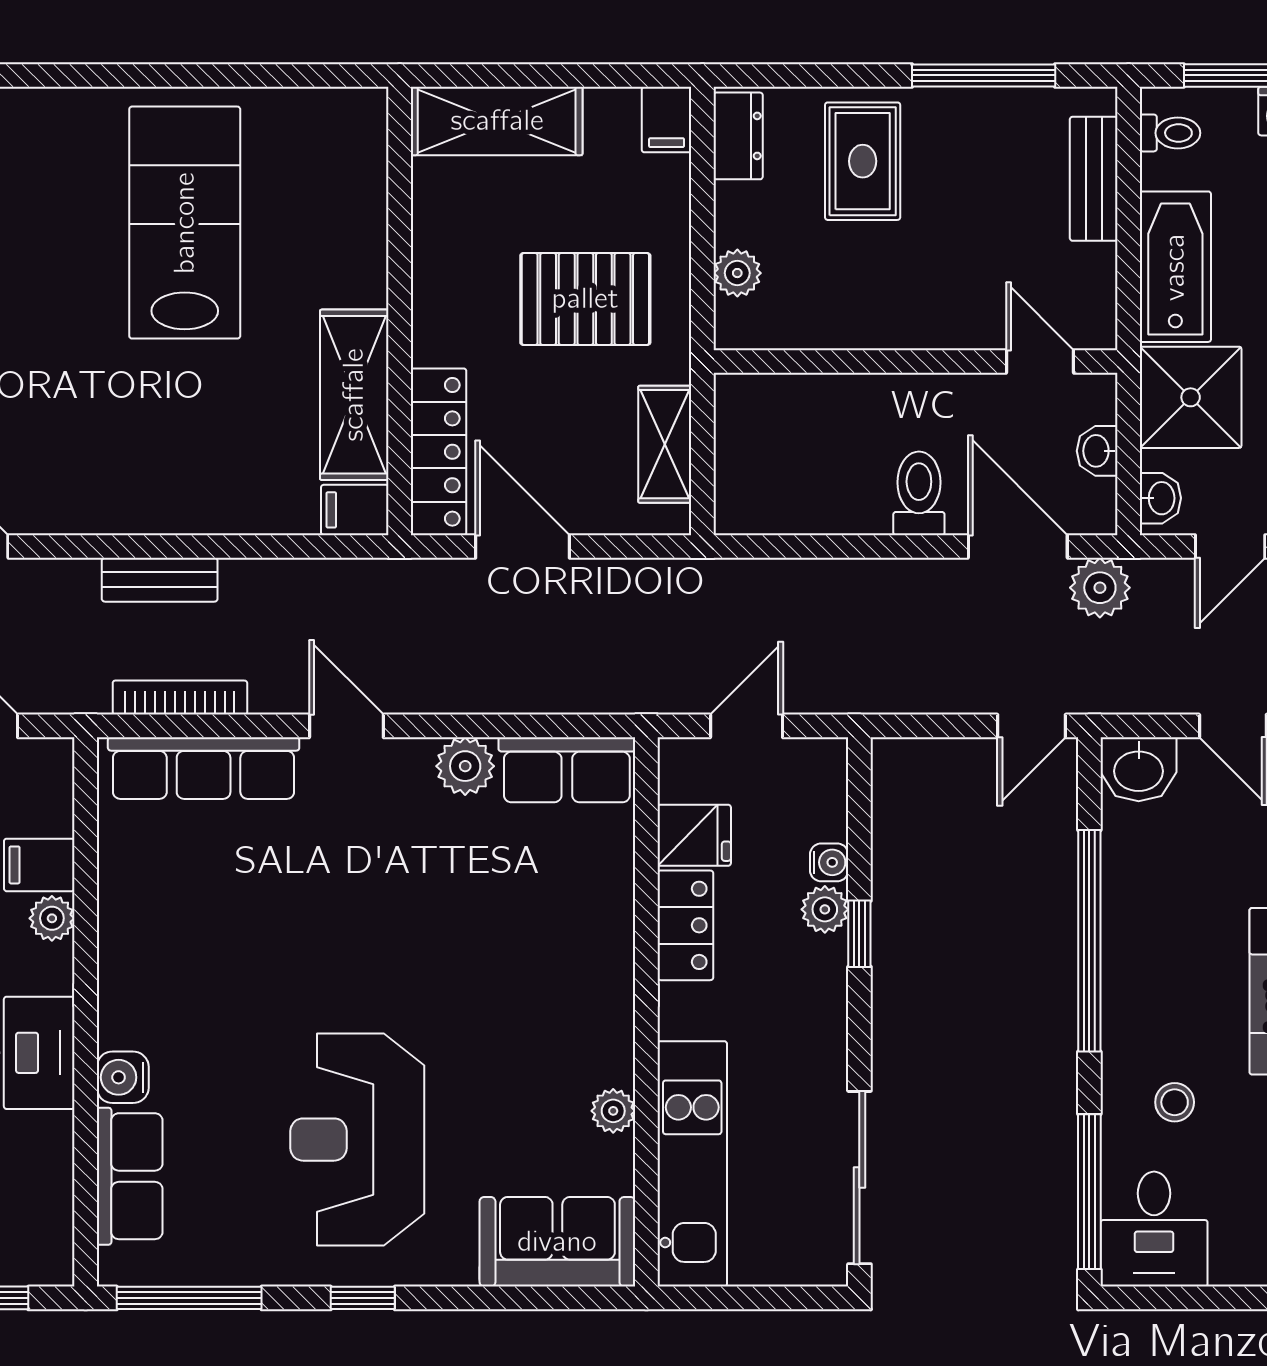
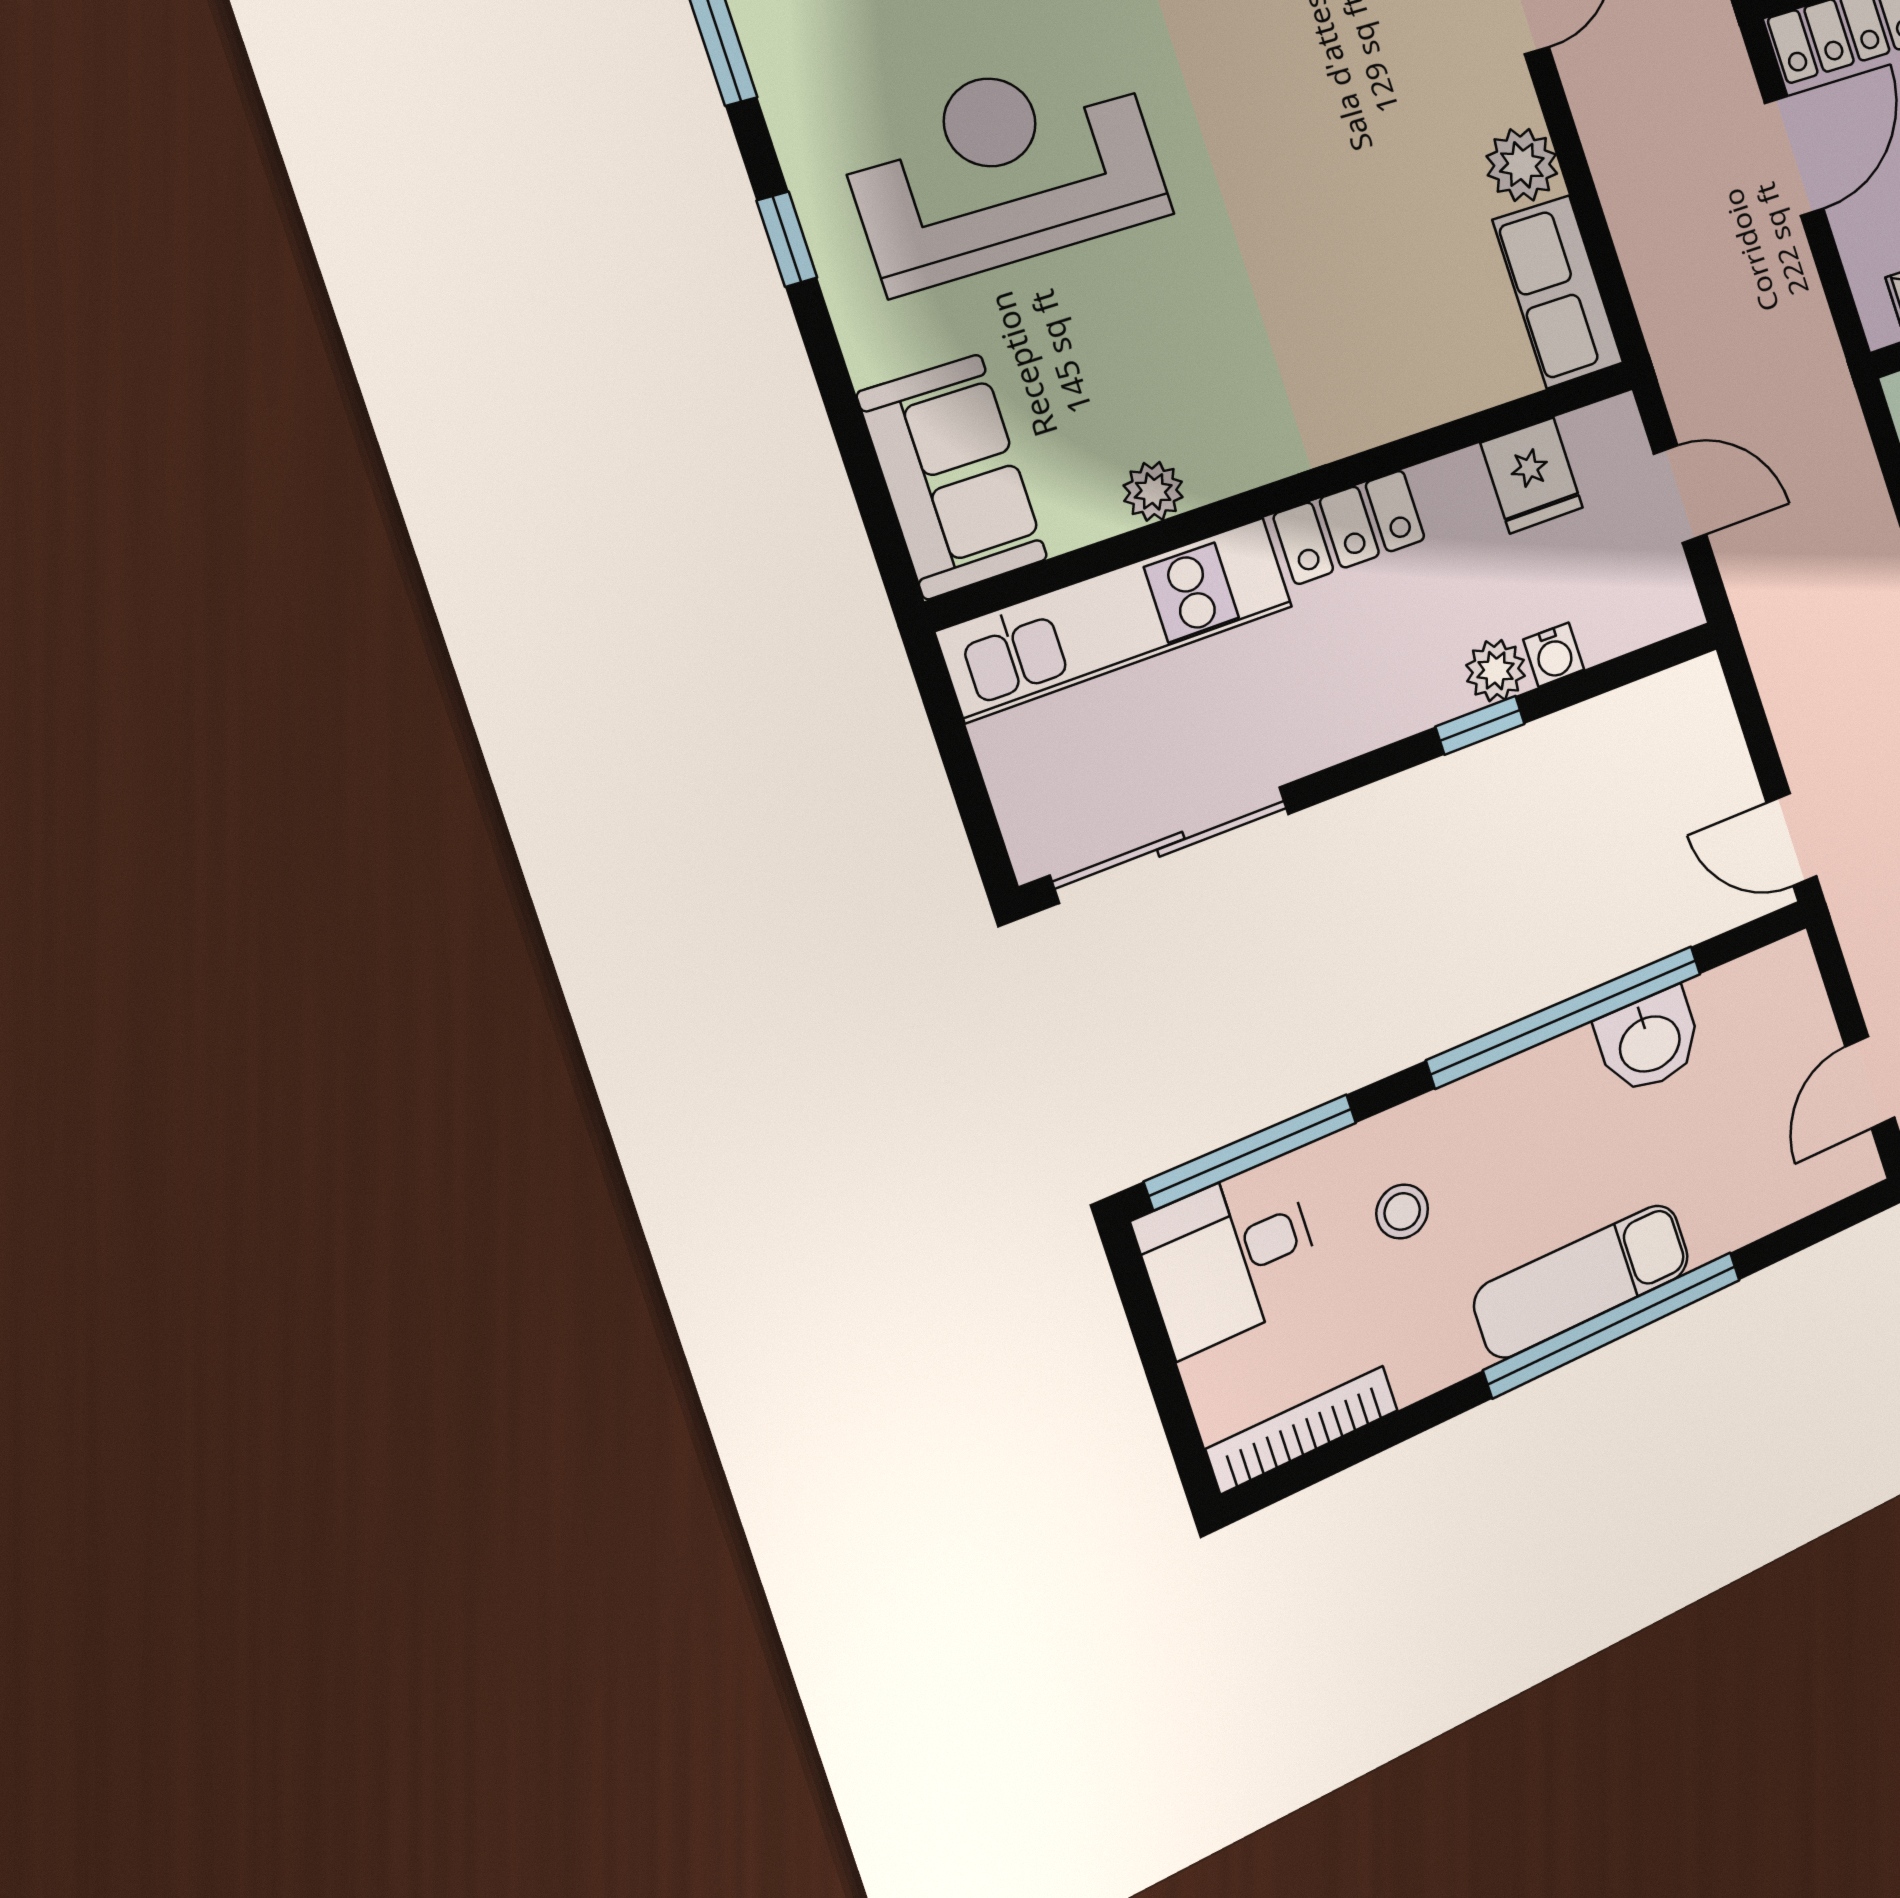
washbasin: (1139, 769) -> (1649, 1042), moved, turned -90
locker: (685, 925) -> (1349, 527), moved

